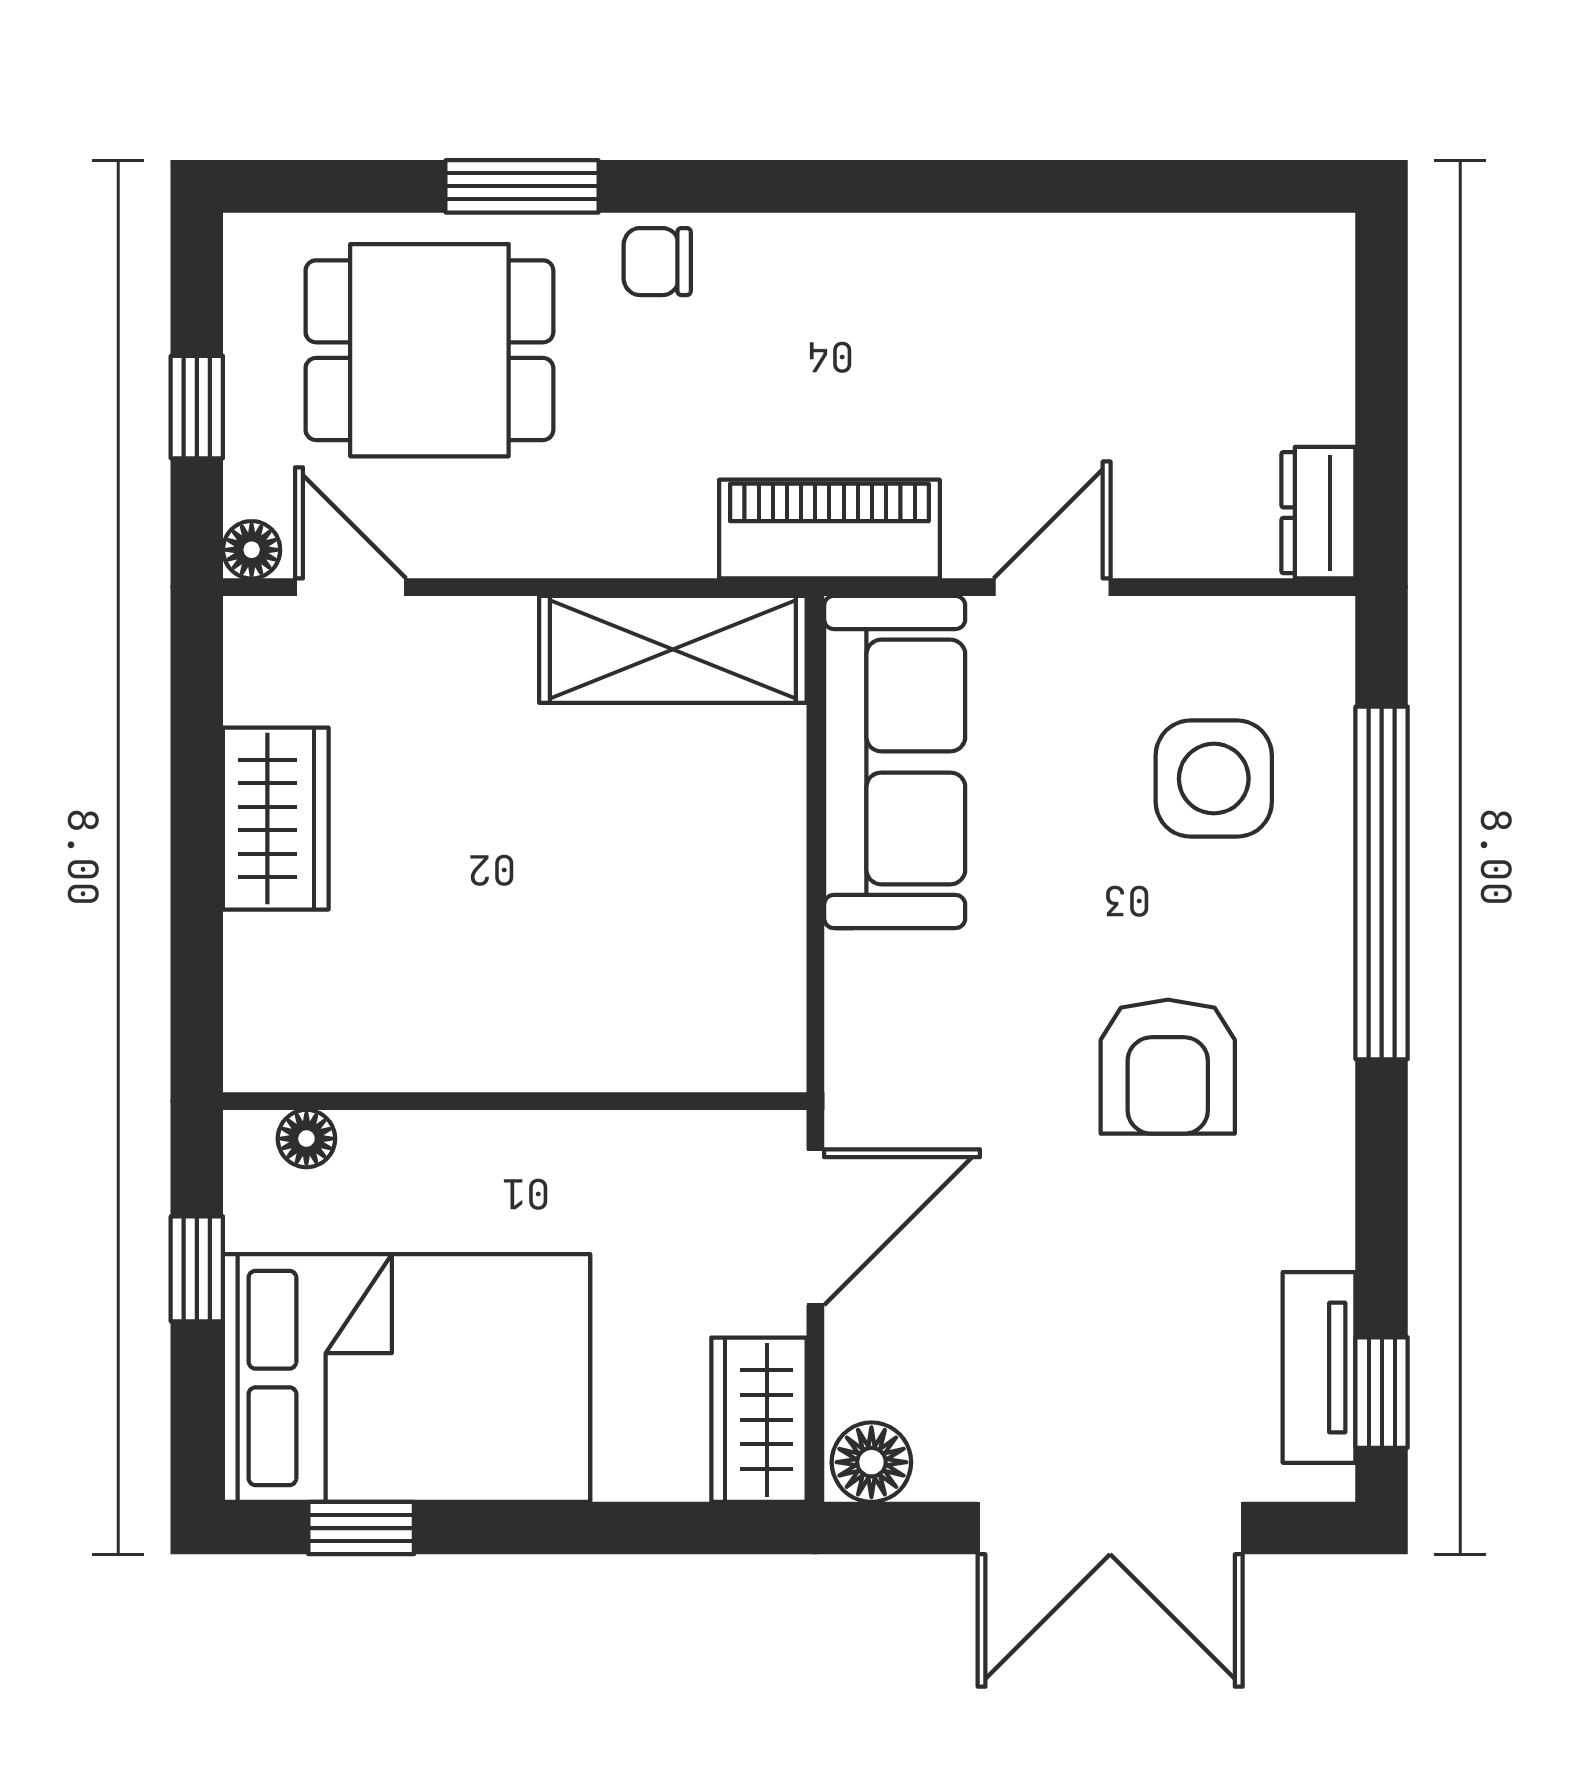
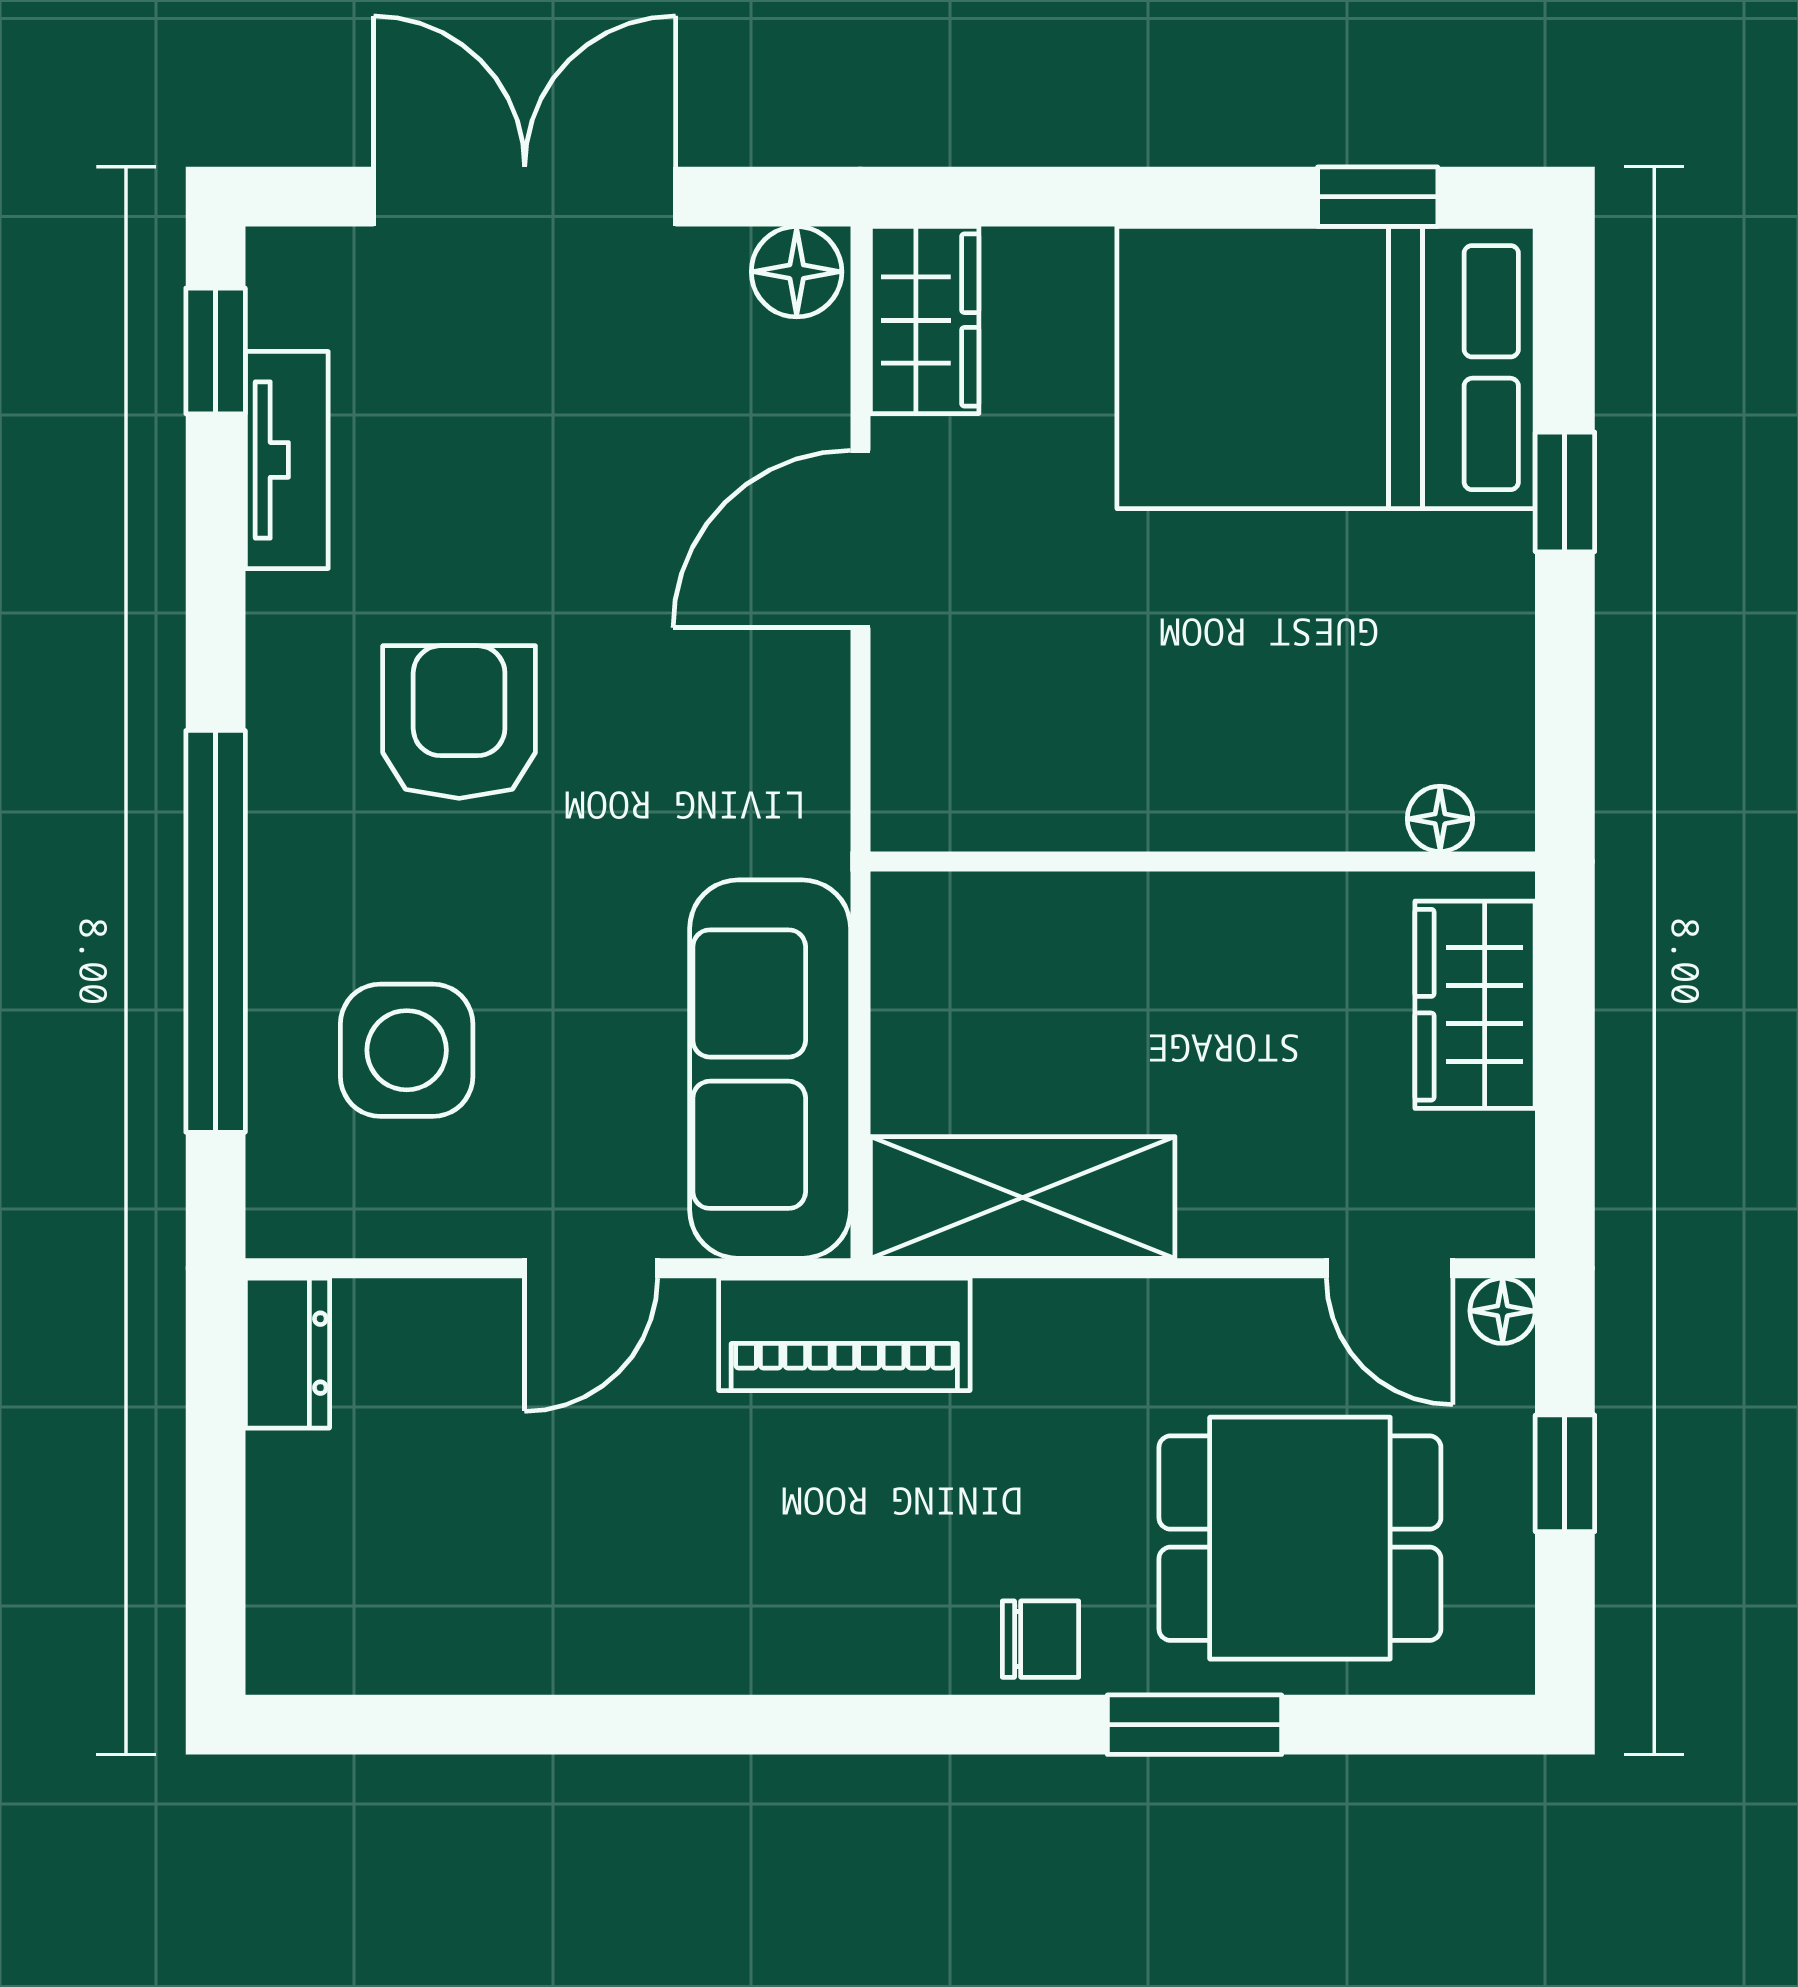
wall: (515, 1101) -> (1203, 861), moved
floor lamp: (306, 1139) -> (1440, 819), moved
tv unit: (1319, 1367) -> (287, 460), moved

